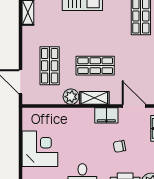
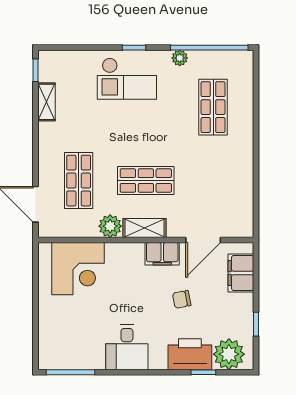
door: (134, 106) -> (203, 240), swing flipped
corner desk: (40, 149) -> (78, 269), moved, turned 90

